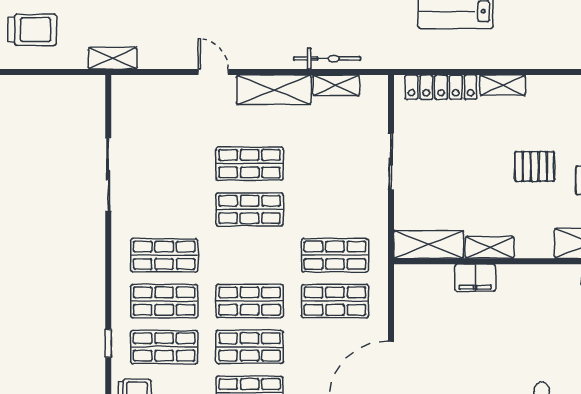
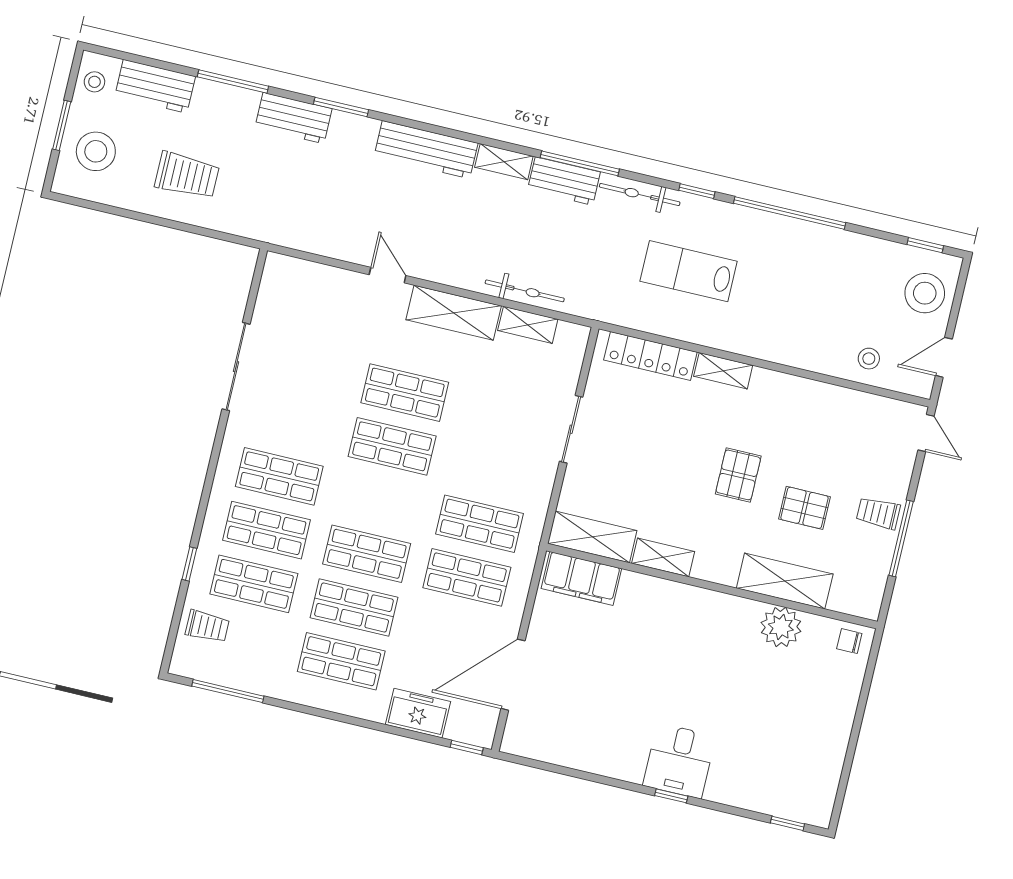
shelving: (113, 58) -> (274, 231), removed
pallet: (535, 166) -> (738, 475), turned 90
filing cabinet: (475, 278) -> (581, 578), moved, width x1.50, depth x1.17

